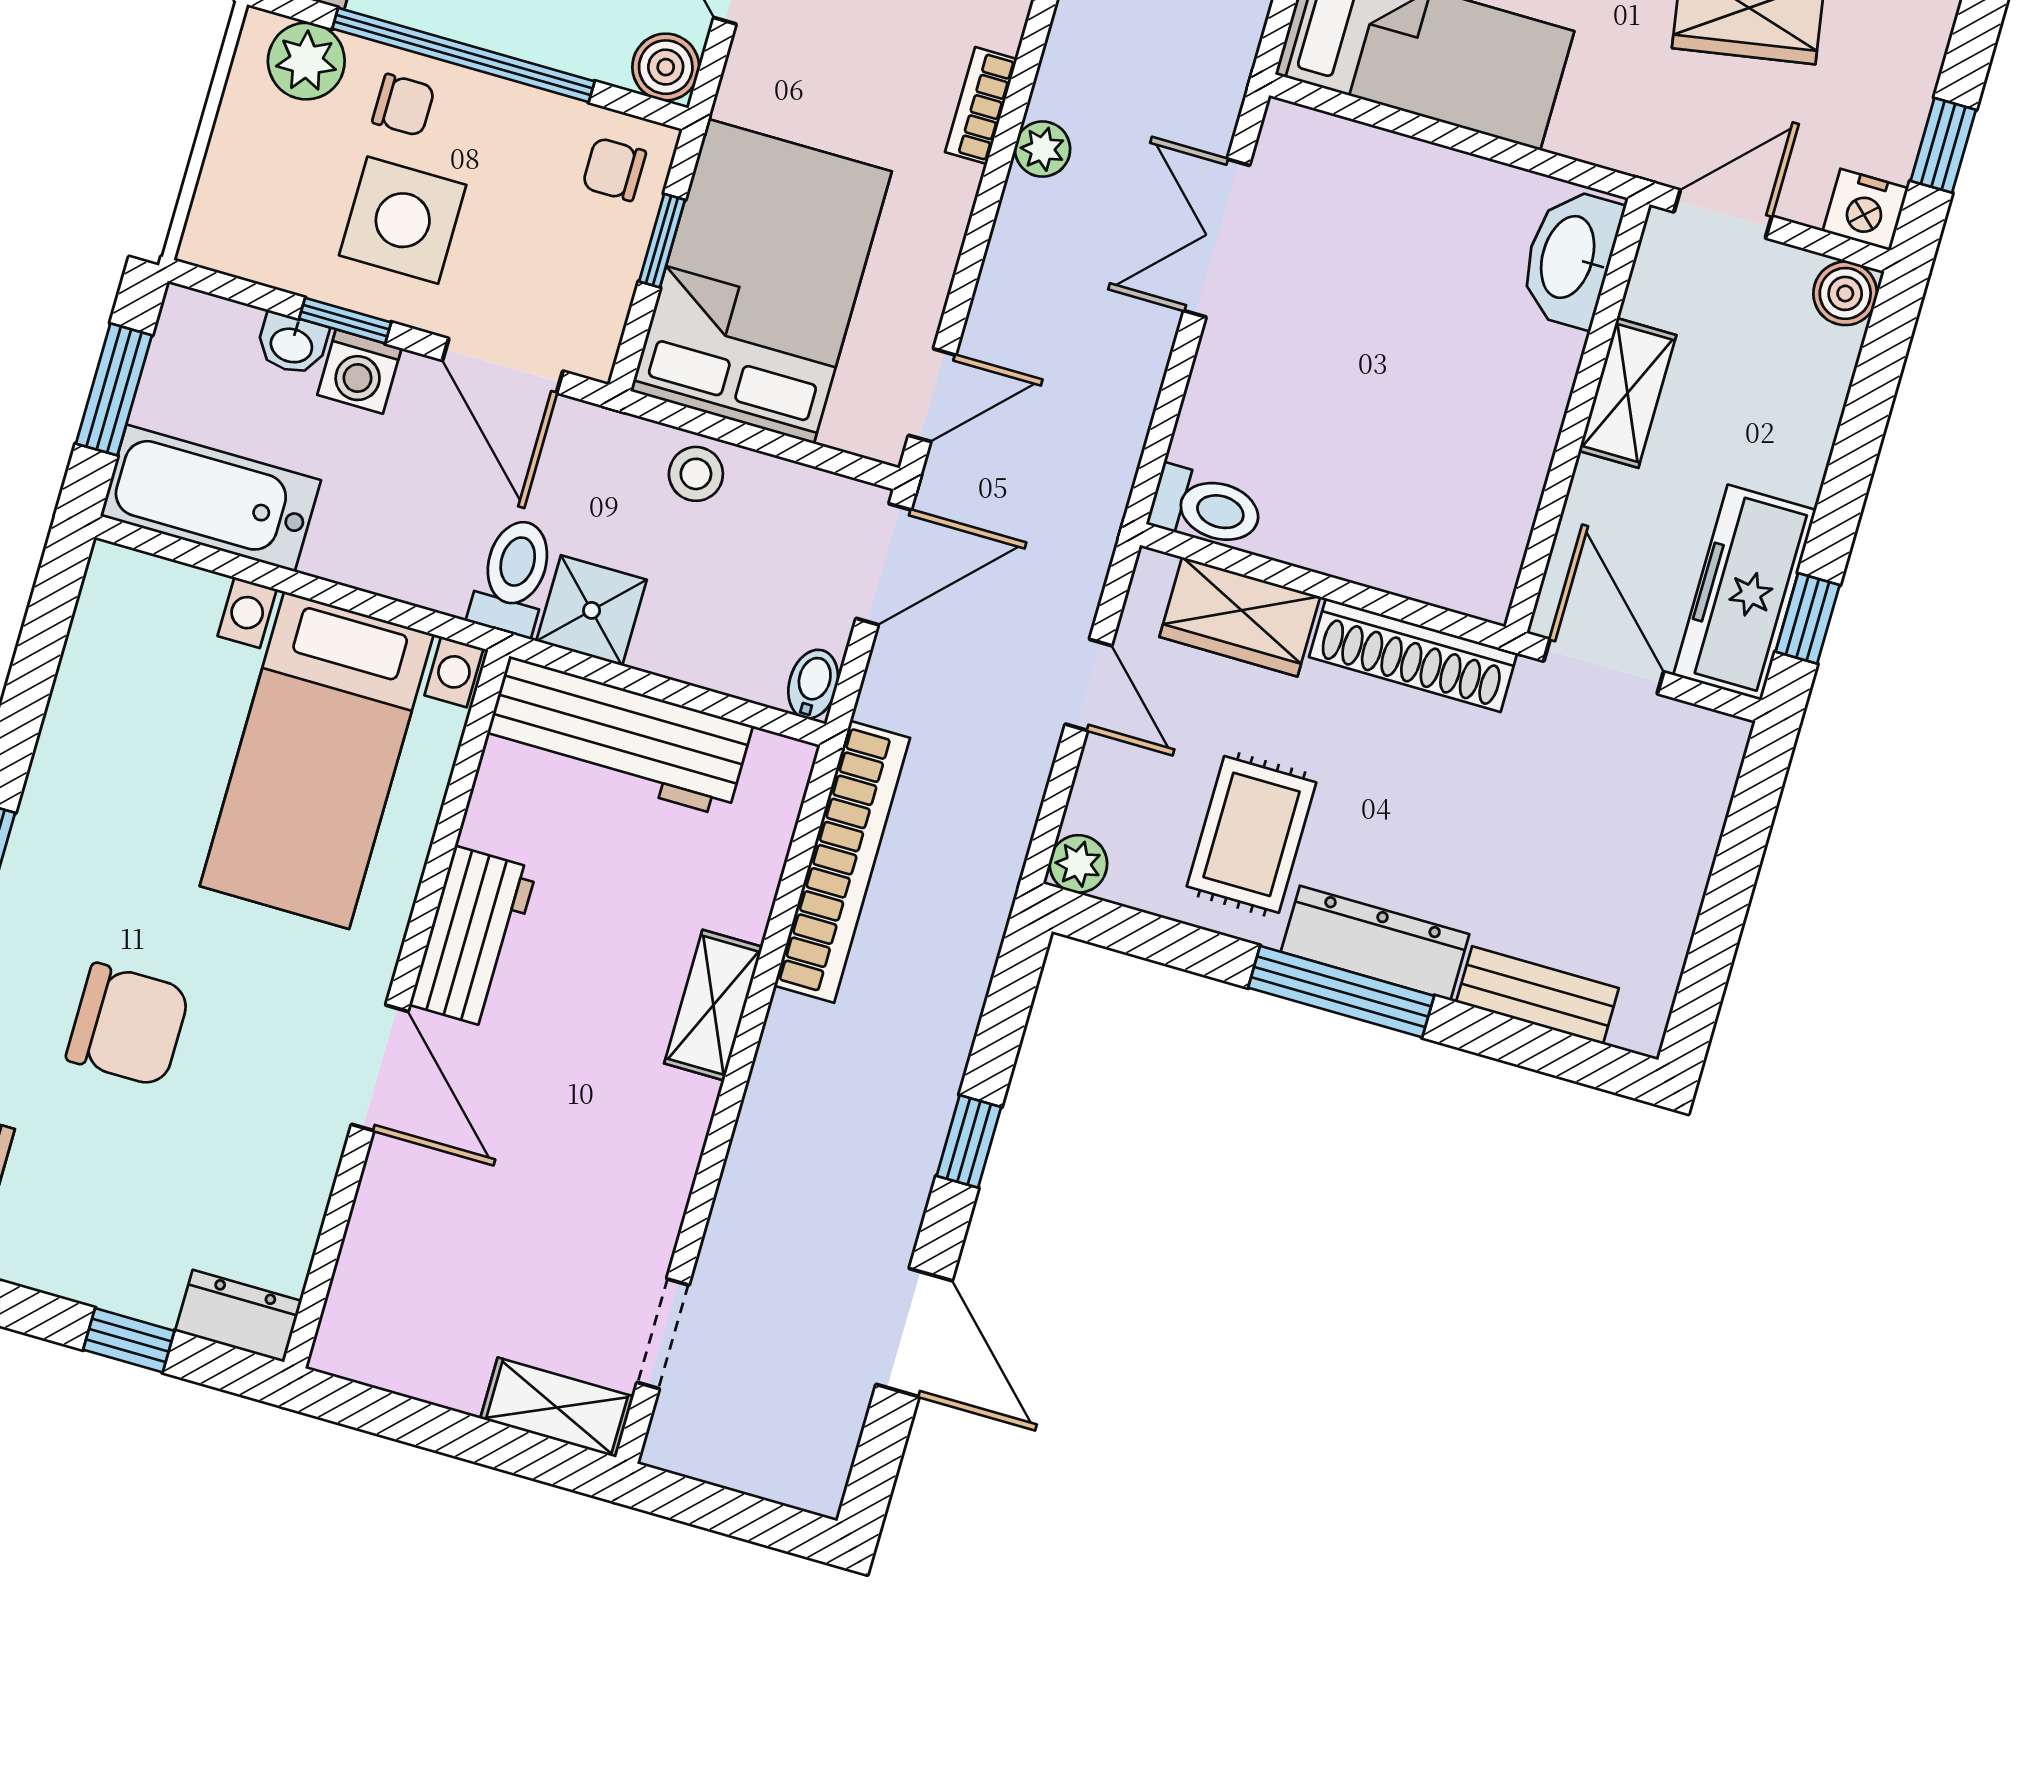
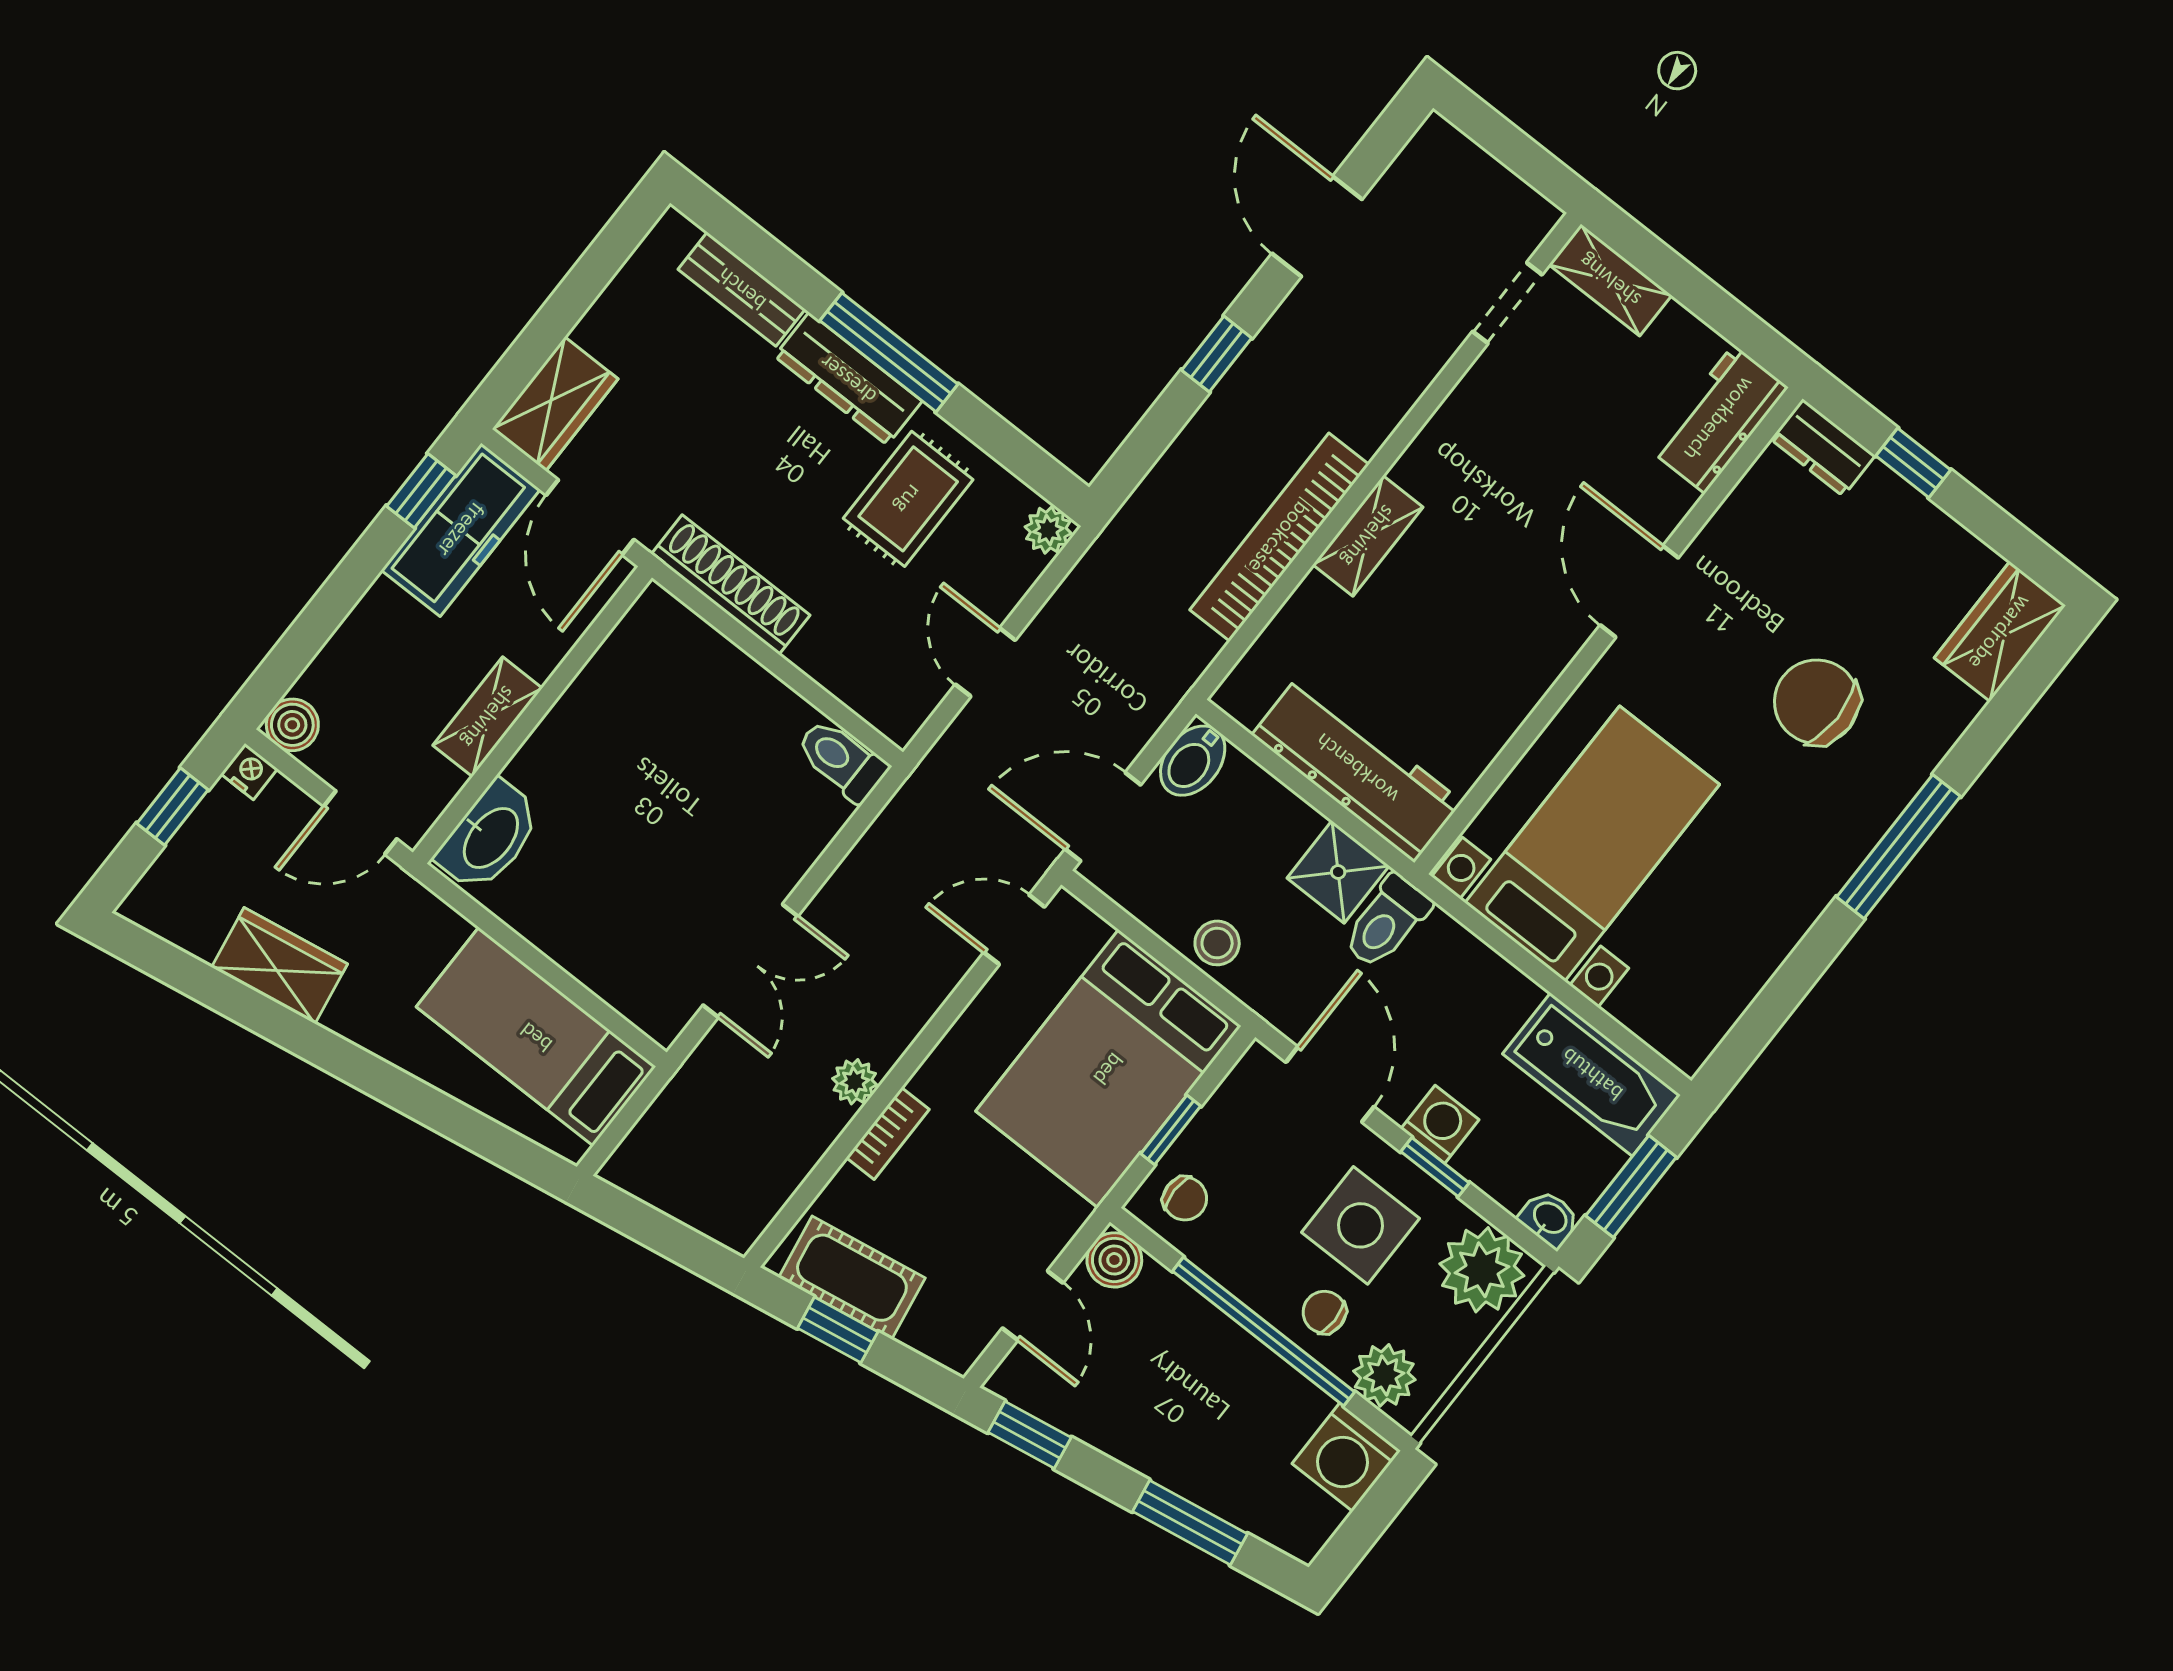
nightstand: (1865, 210) -> (249, 771), width x0.72, depth x0.74
plant: (244, 226) -> (1482, 1270), added
washbasin: (292, 344) -> (1549, 1219), moved
wardrobe: (1240, 617) -> (555, 404), moved, turned 90
bidet: (813, 684) -> (1193, 761), width x1.38, depth x1.36
bookcase: (842, 862) -> (1279, 537), moved
workbench: (473, 937) -> (1719, 419), moved

